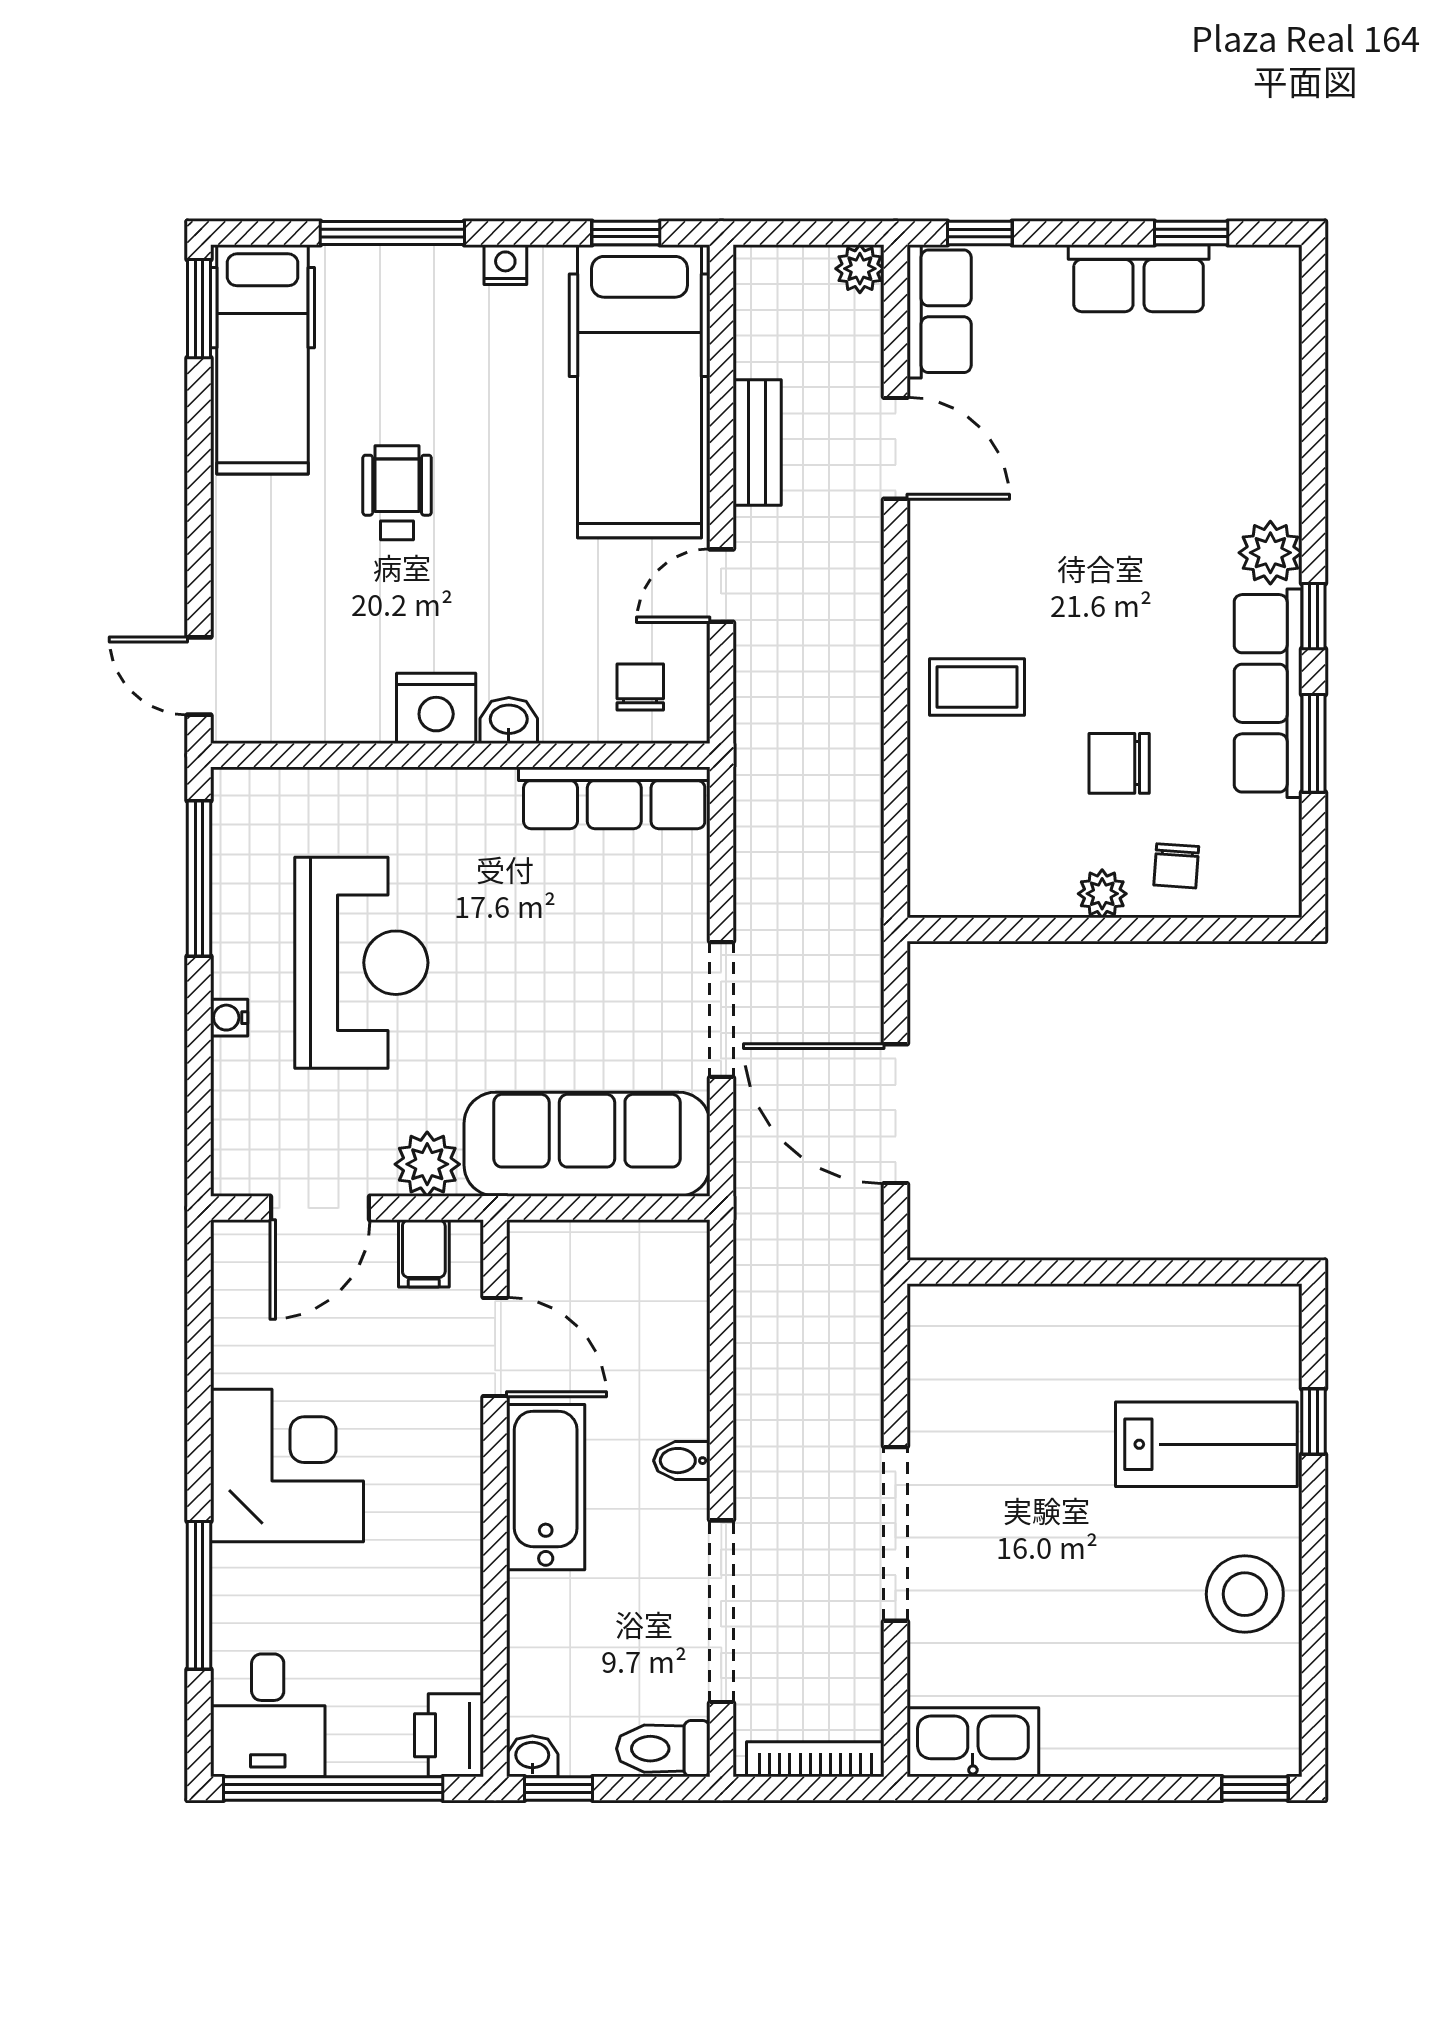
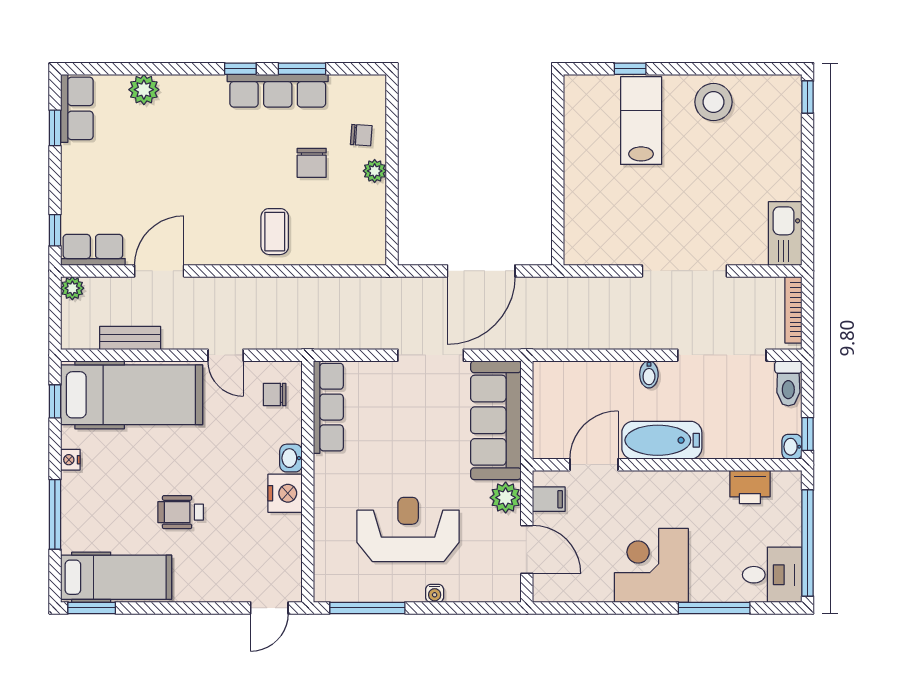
row of seats: (1139, 278) -> (77, 108), moved
bench: (757, 443) -> (130, 338), moved
plant: (1270, 553) -> (144, 90), moved
printer: (449, 1735) -> (750, 487), moved

